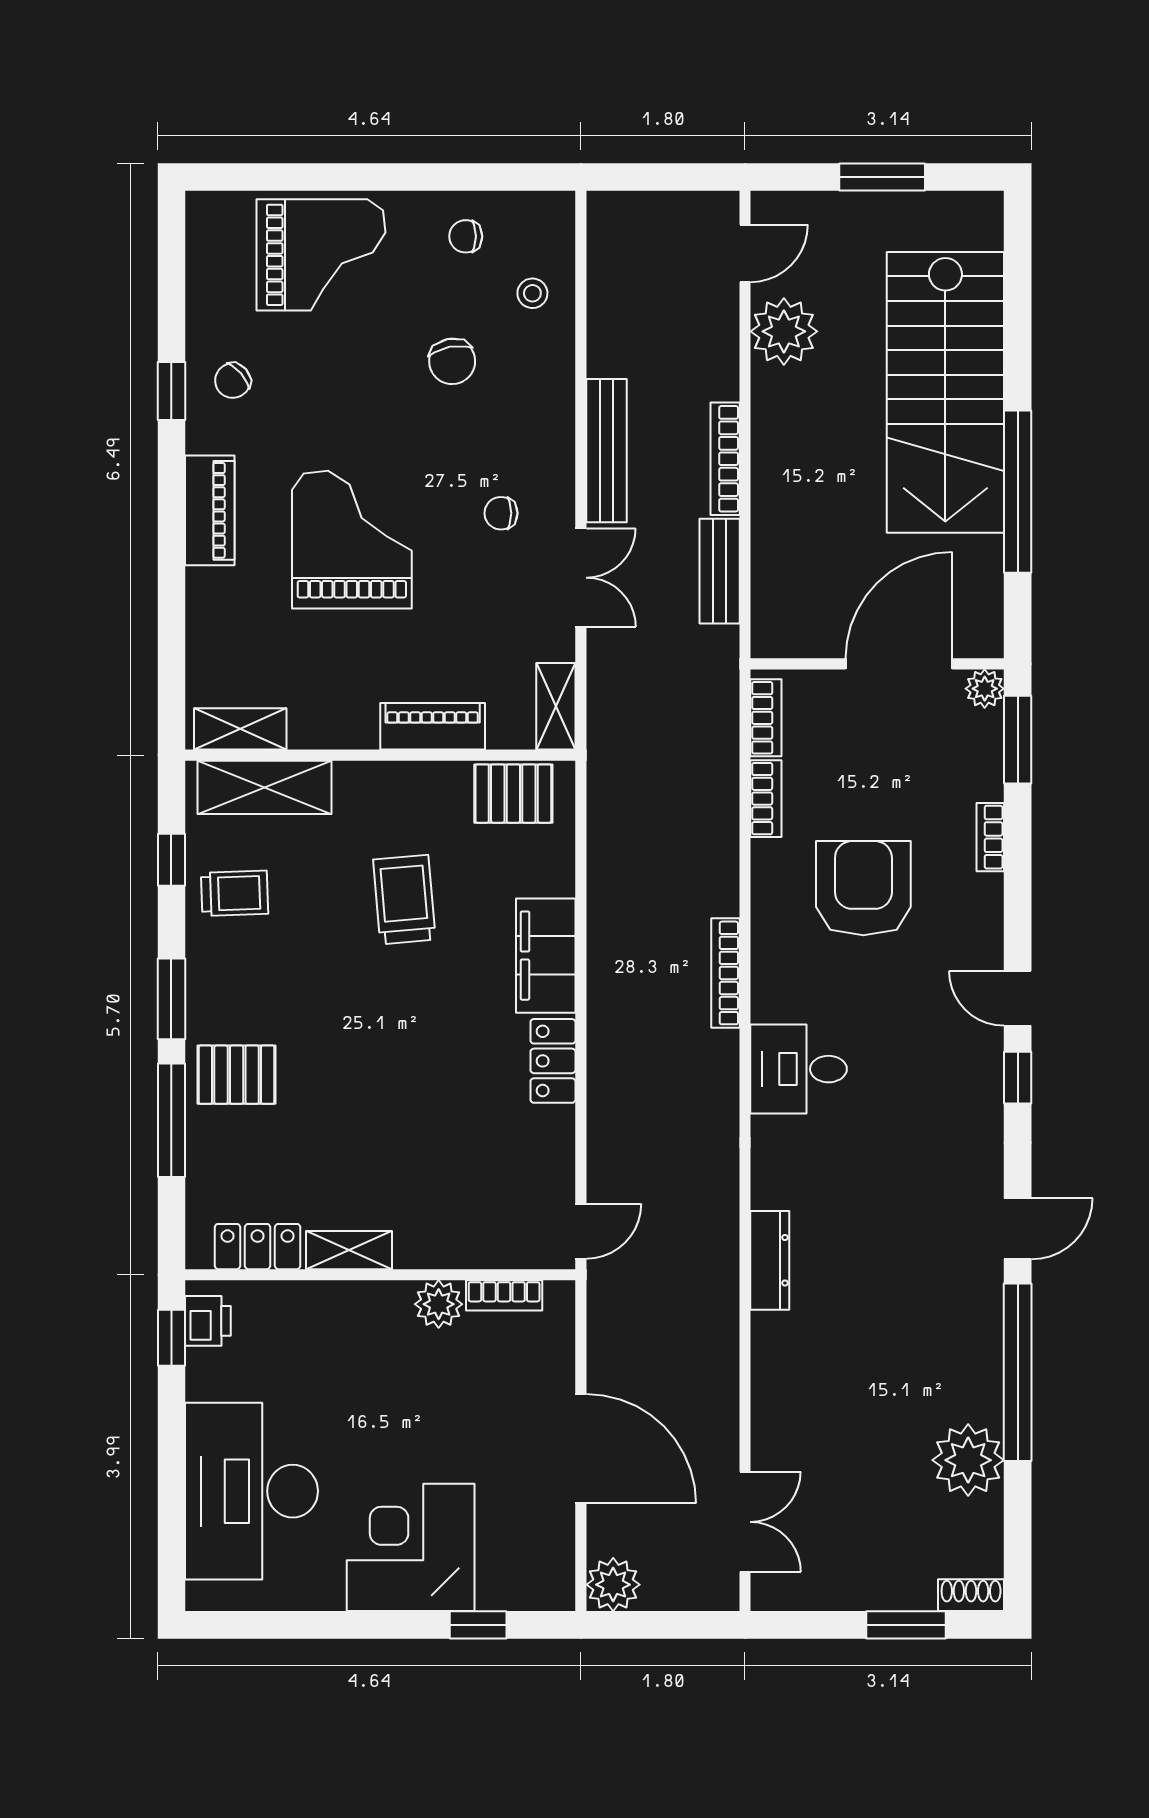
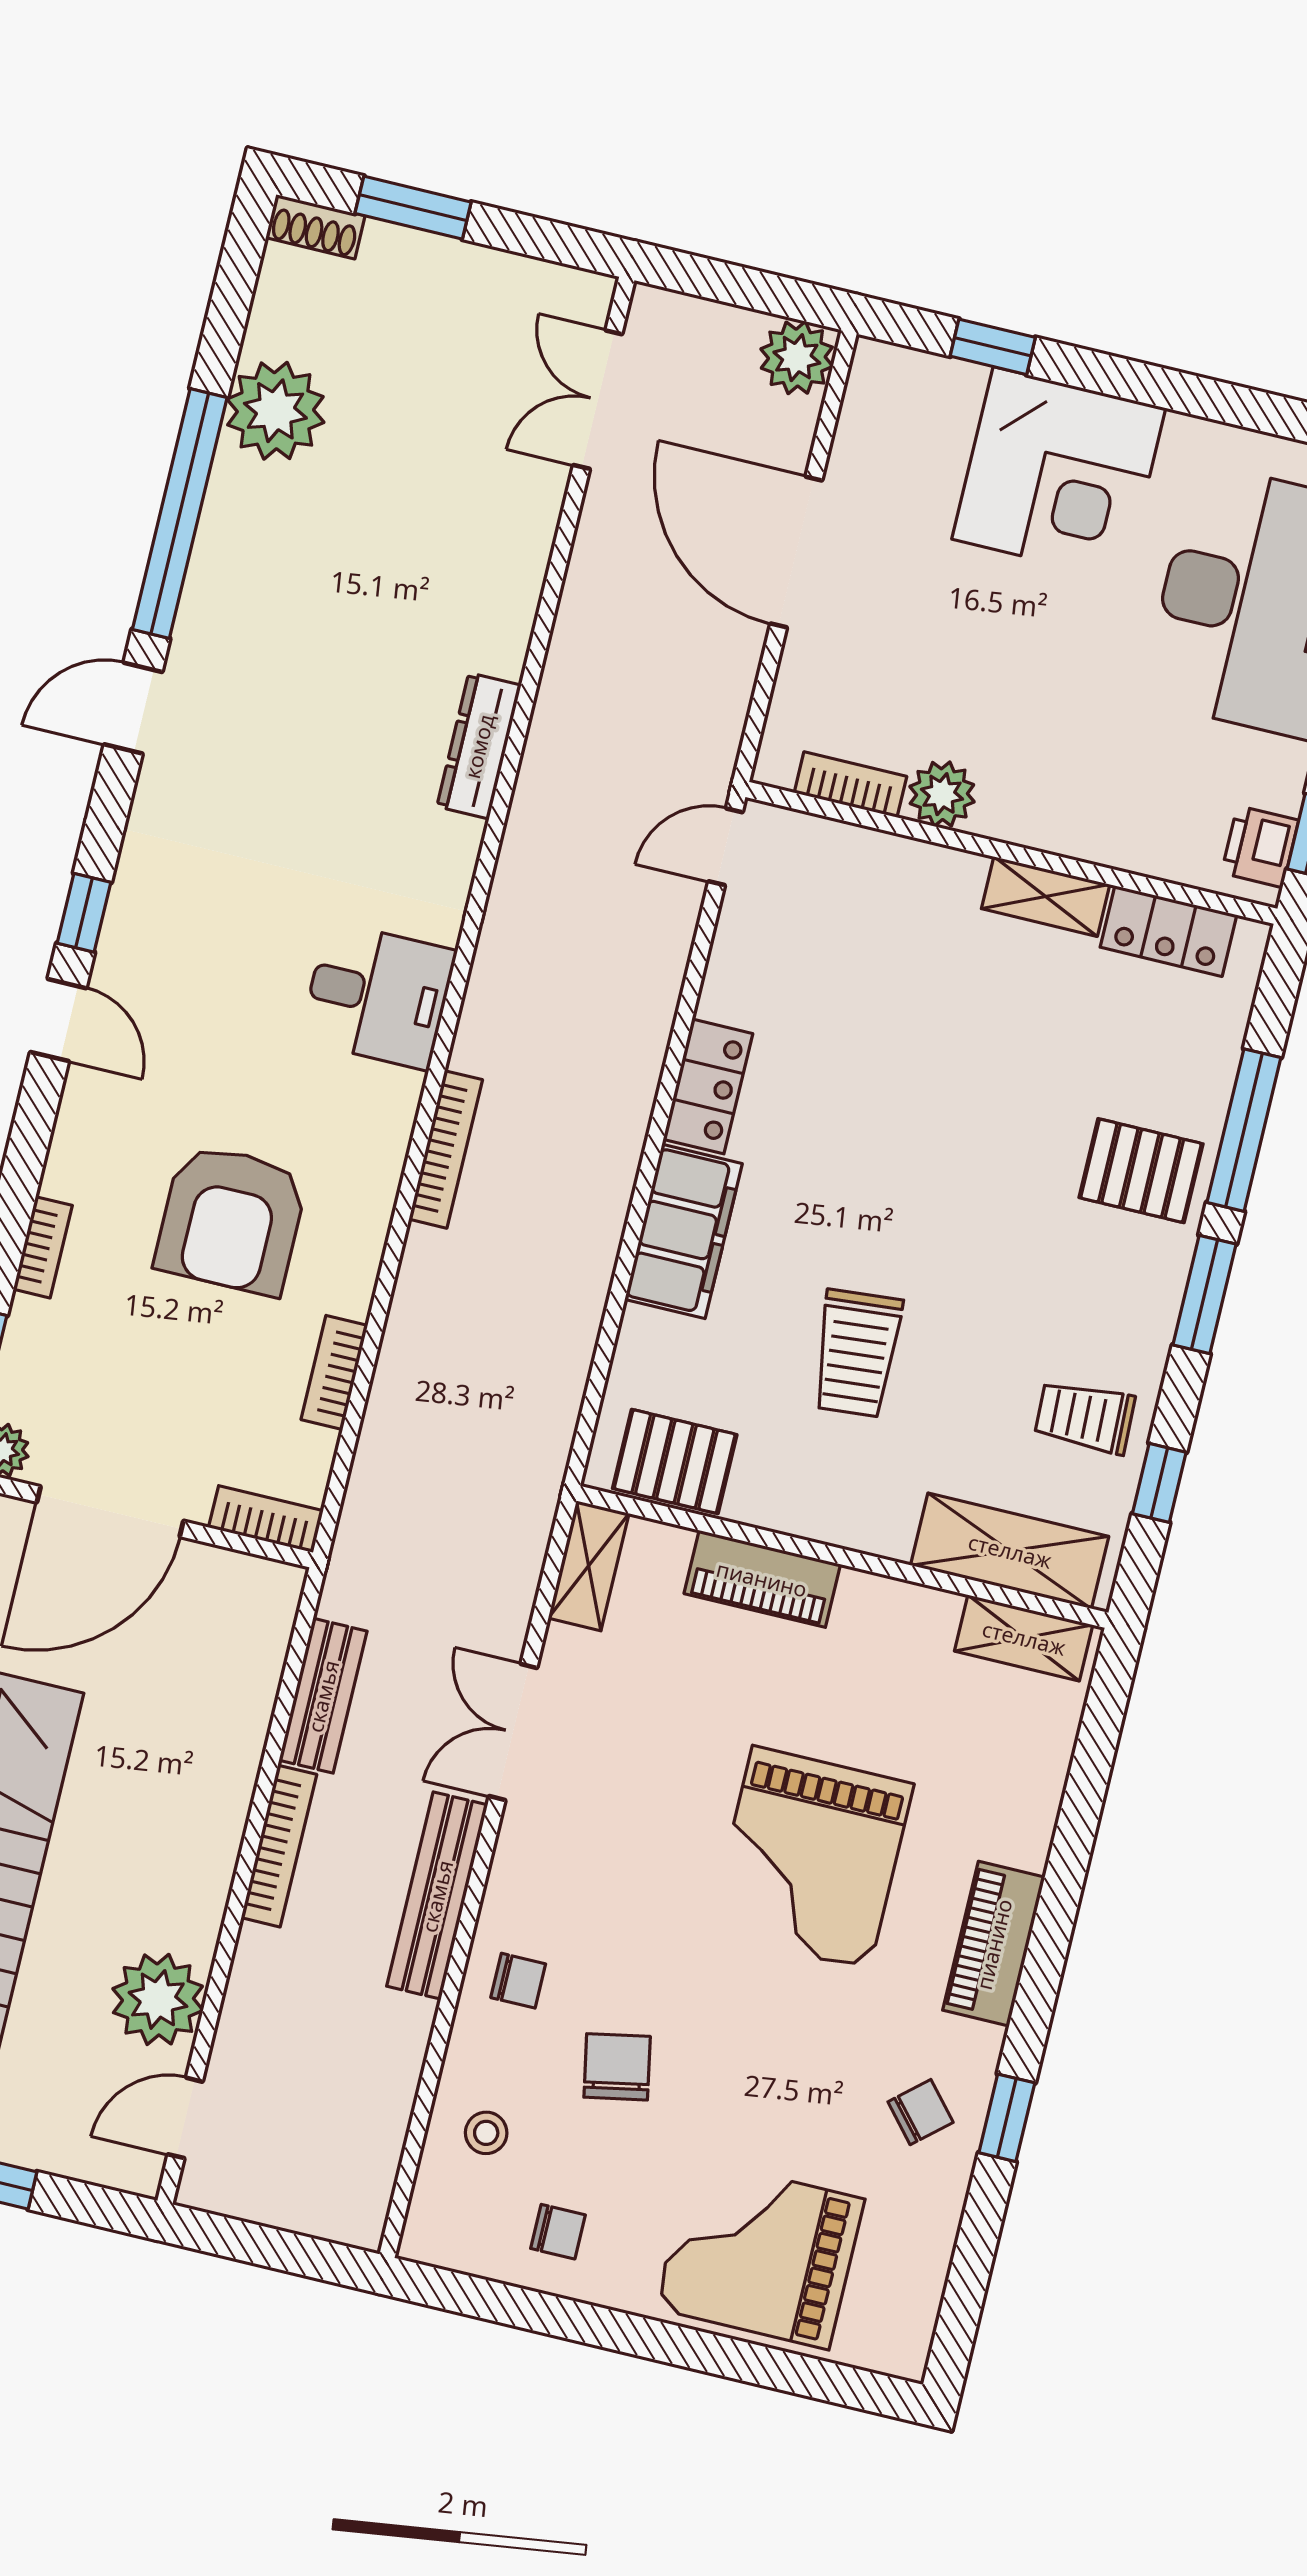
chair: (501, 513) -> (518, 1981), moved
bookcase: (766, 718) -> (266, 1519), moved, turned 90

